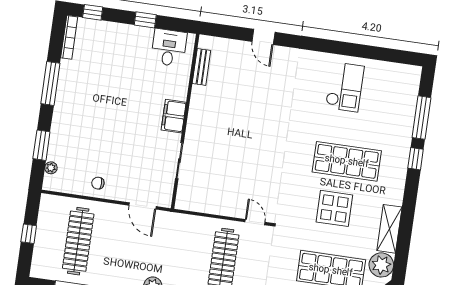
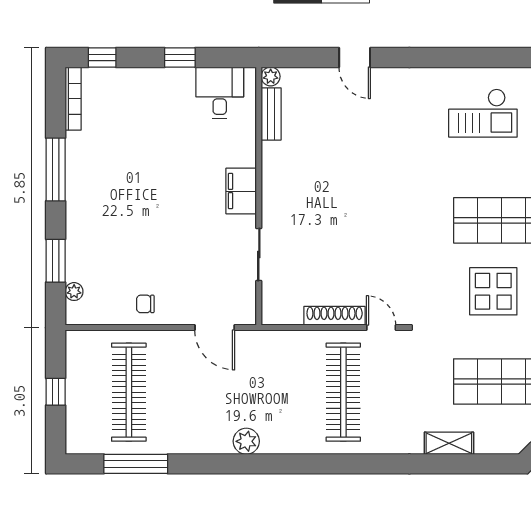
plant: (205, 42) -> (271, 76), added
checkout: (345, 87) -> (483, 113), turned 90
shoe rack: (225, 210) -> (335, 316), added

